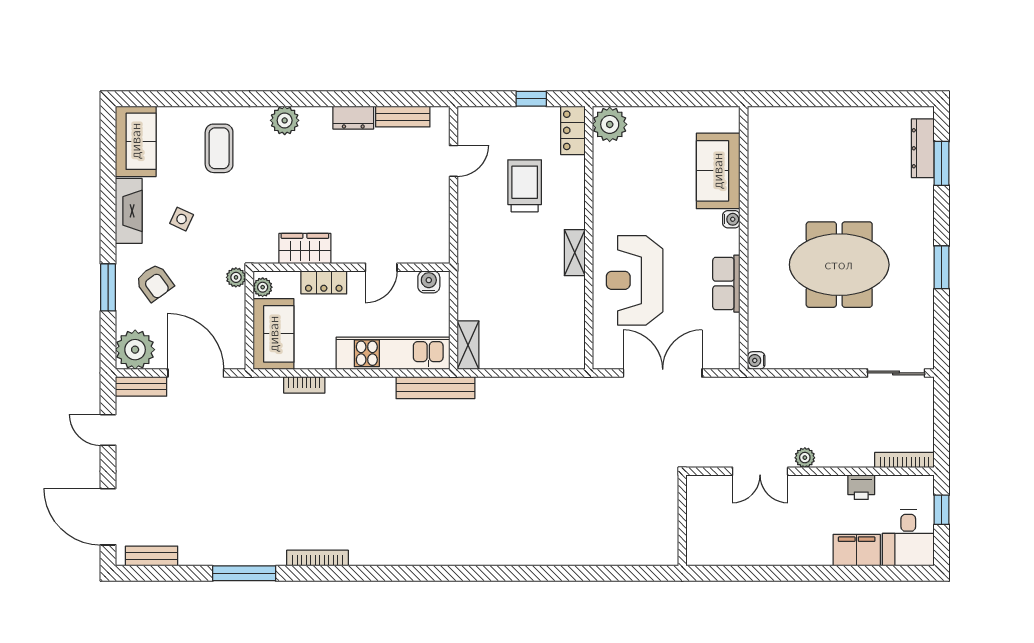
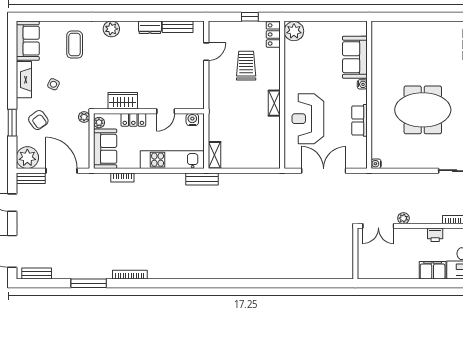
bench: (435, 388) -> (202, 179), width x0.73
wall: (682, 520) -> (355, 254), moved

